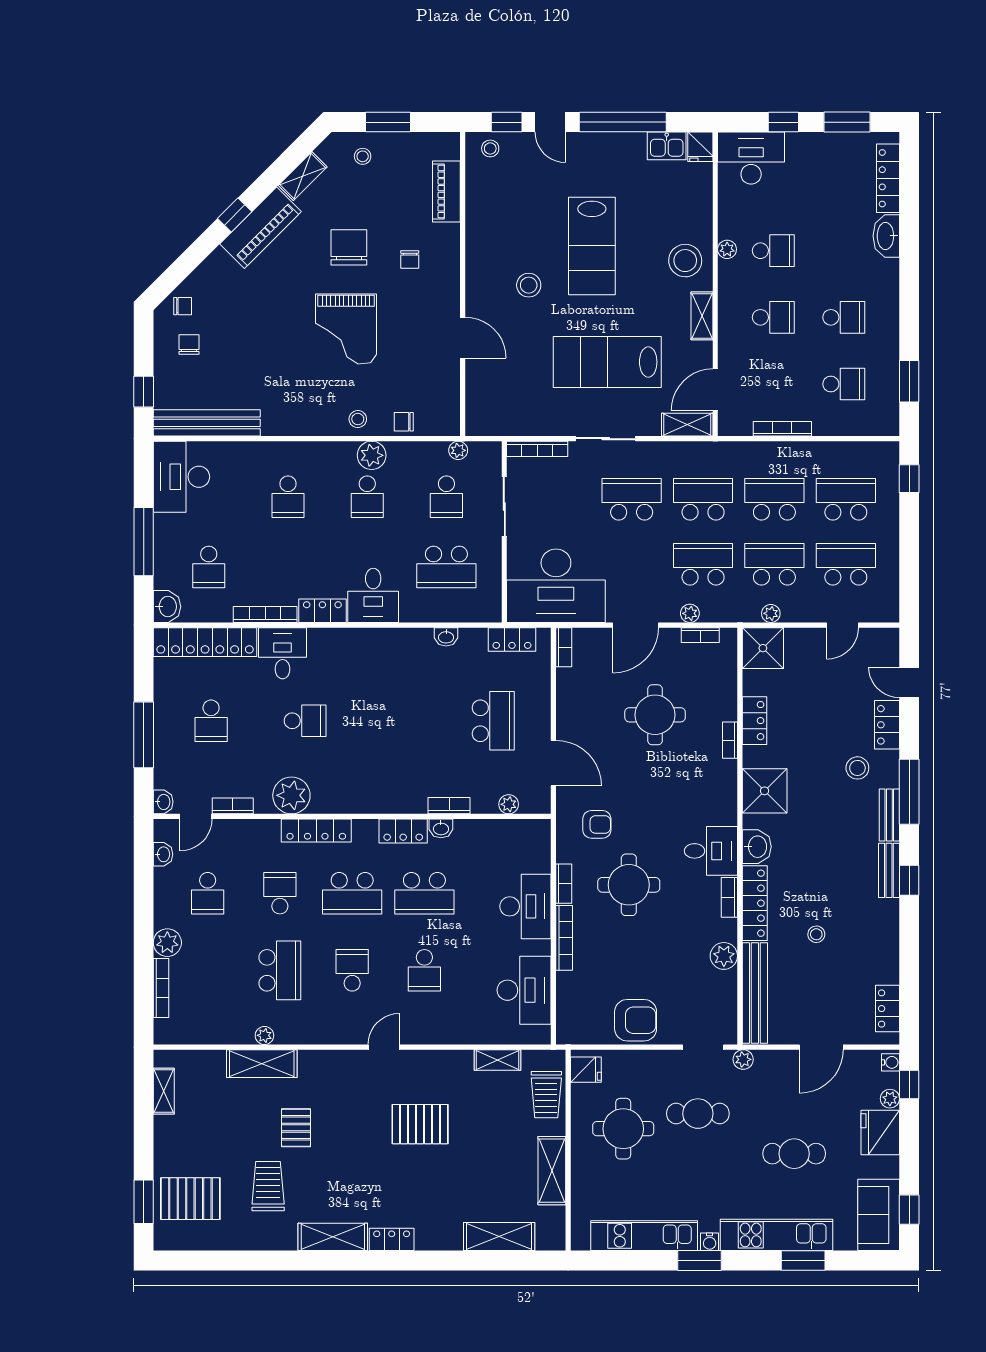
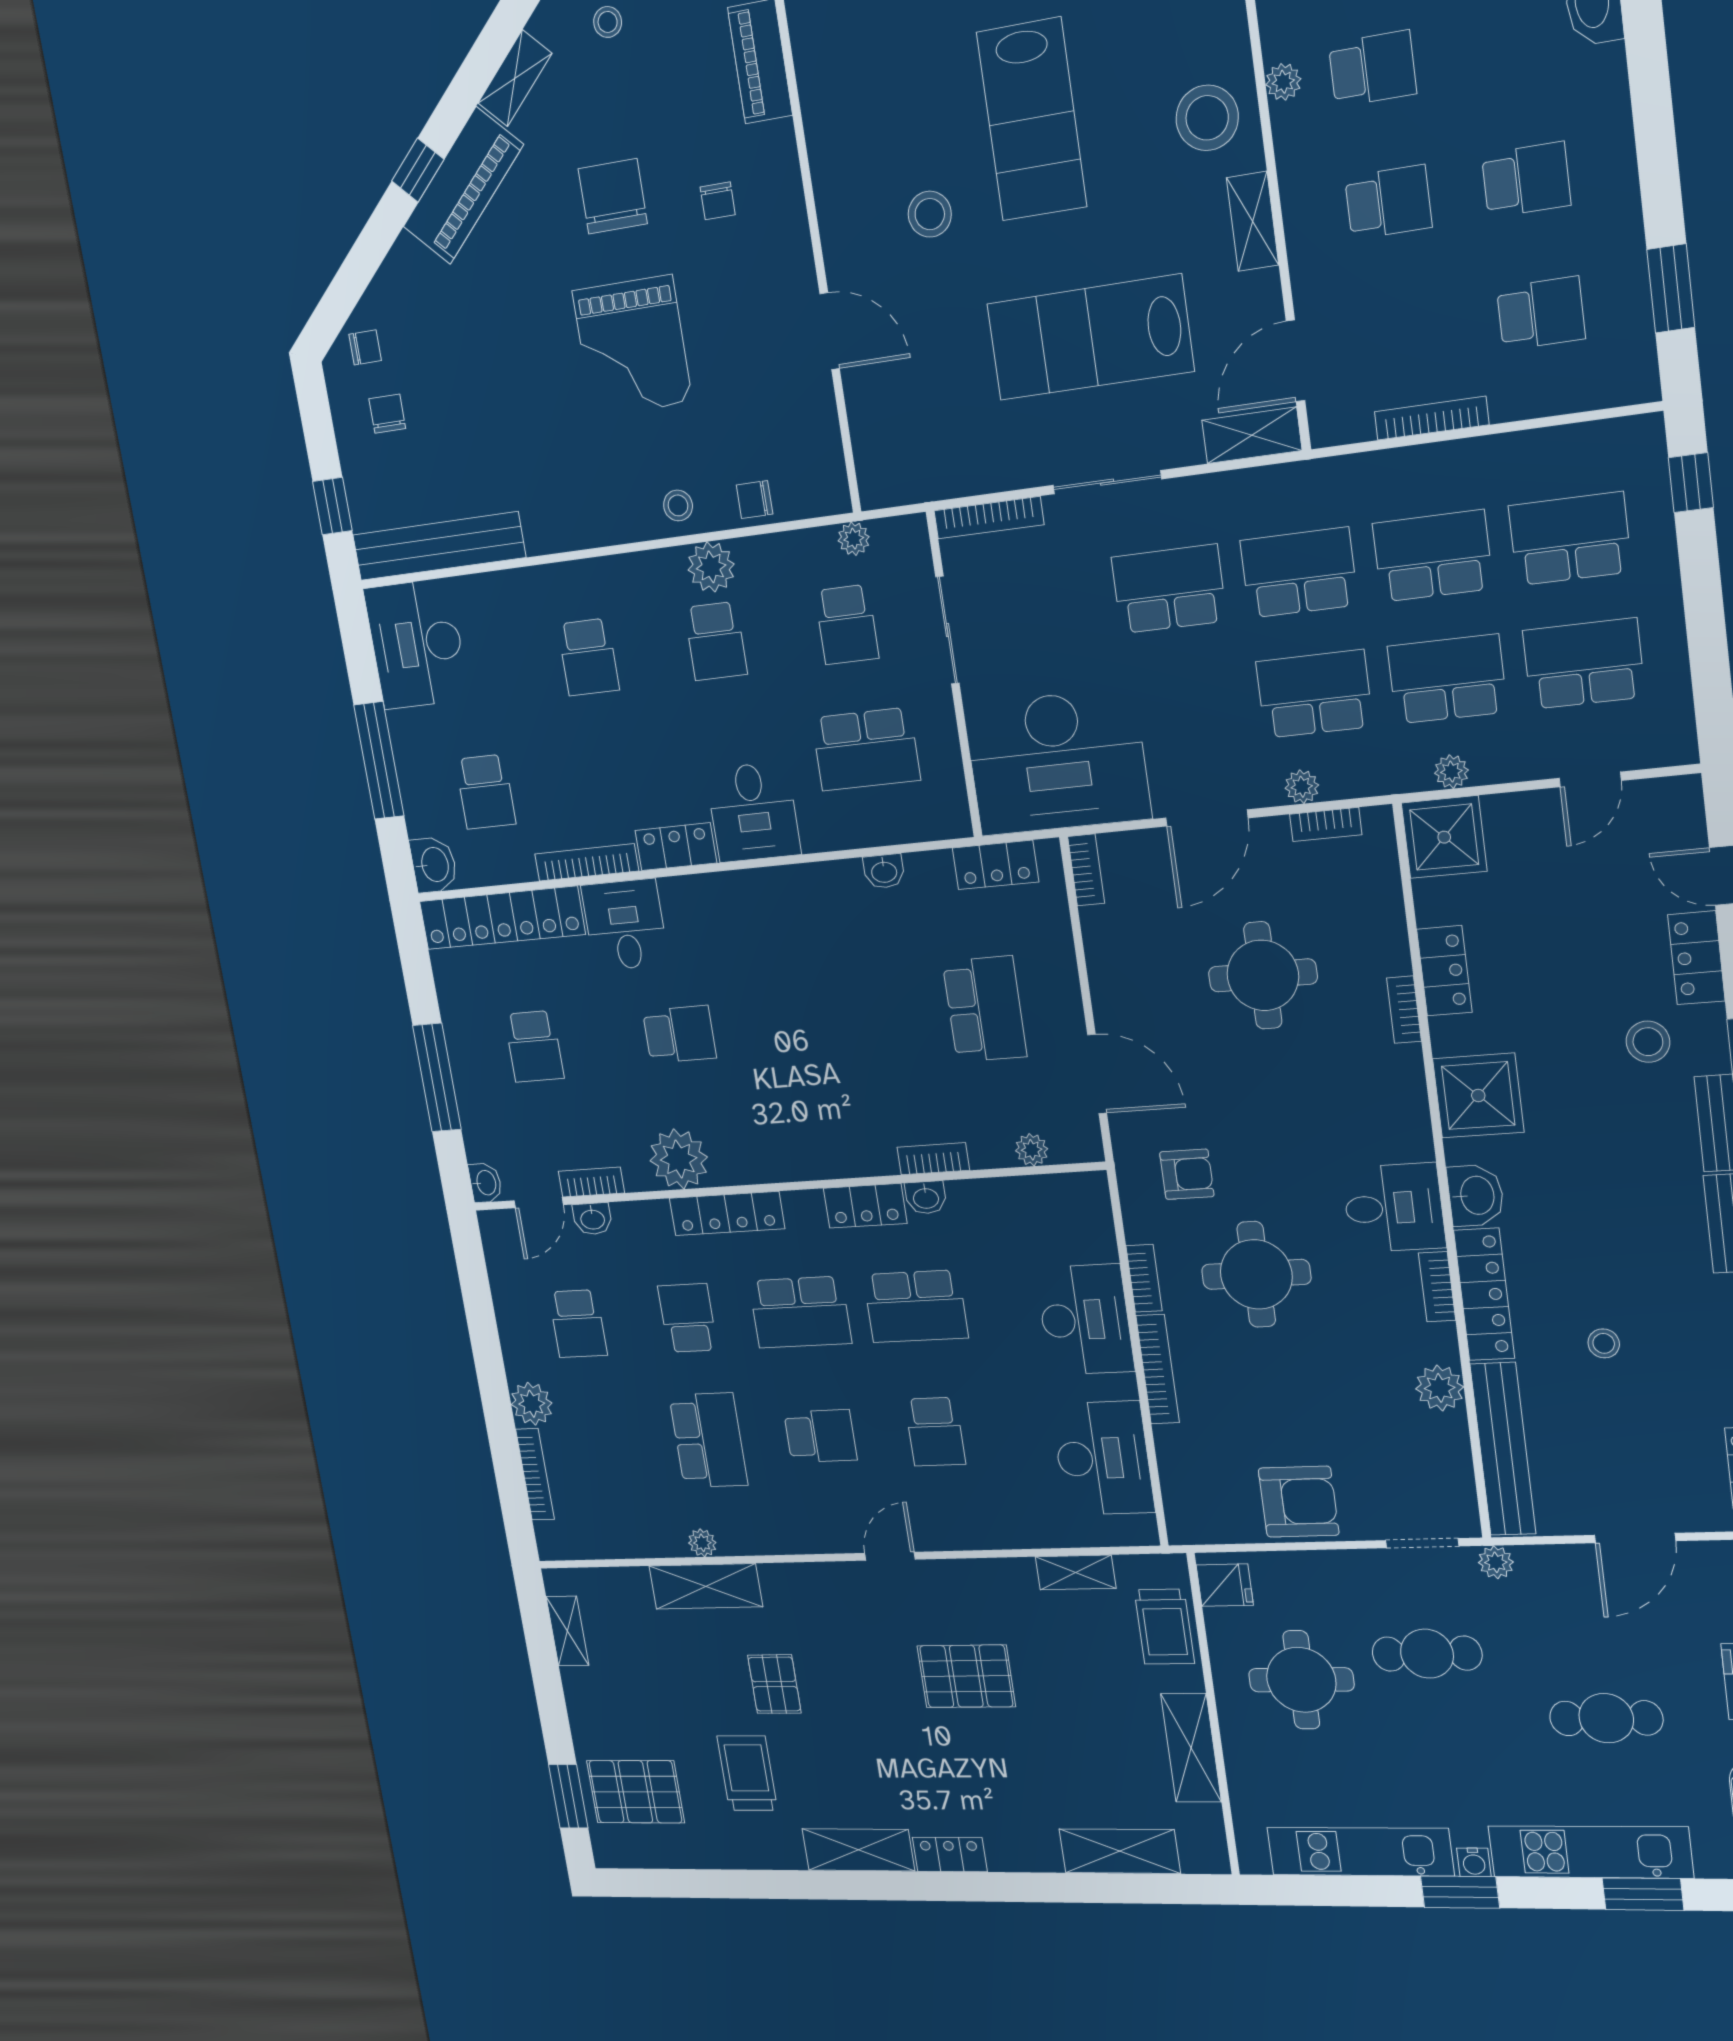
washbasin: (163, 854) -> (592, 1219), moved, turned 90
school desk: (352, 970) -> (820, 1436), turned 90

